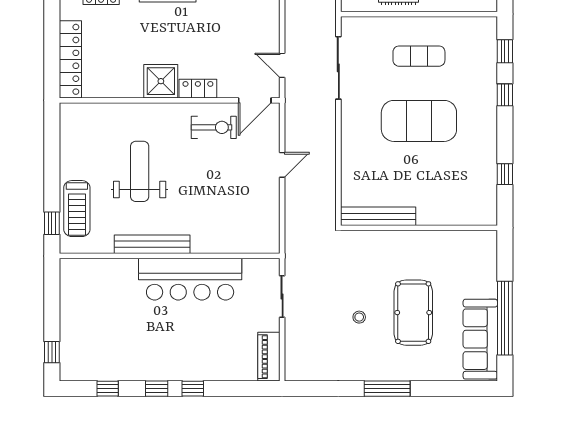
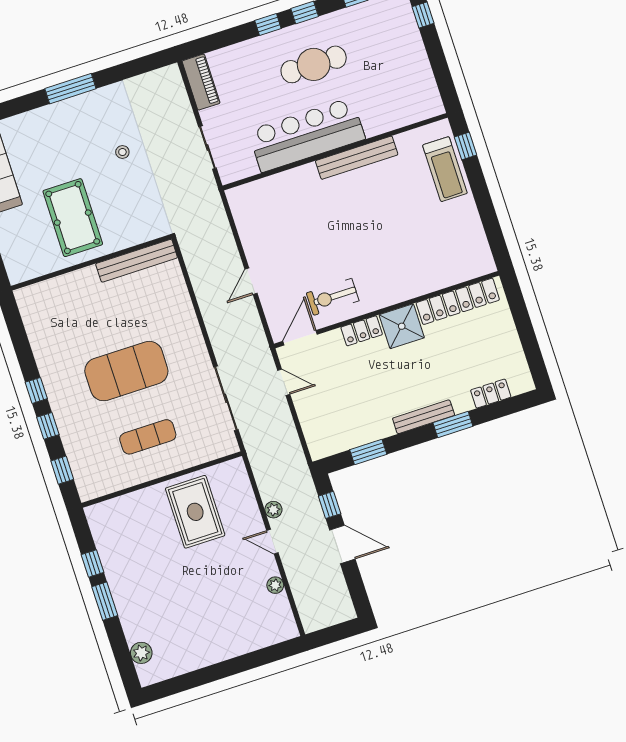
locker: (70, 59) -> (458, 301), moved, turned -90
weight bench: (140, 171) -> (394, 228), removed
window: (505, 174) -> (36, 390), moved
treadmill: (77, 209) -> (445, 169), turned 180
pool table: (413, 313) -> (73, 218), moved
cafe table: (164, 340) -> (314, 64), added

